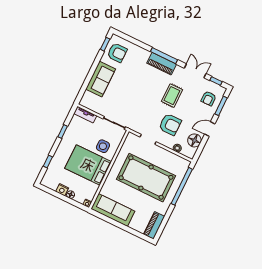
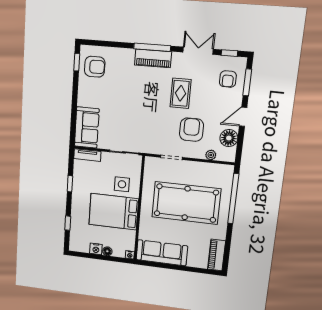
sofa: (101, 79) -> (87, 128), moved
armchair: (170, 124) -> (191, 130), turned -90

